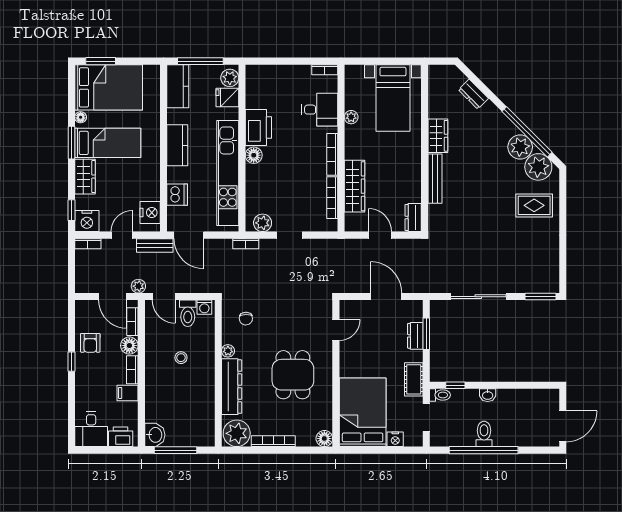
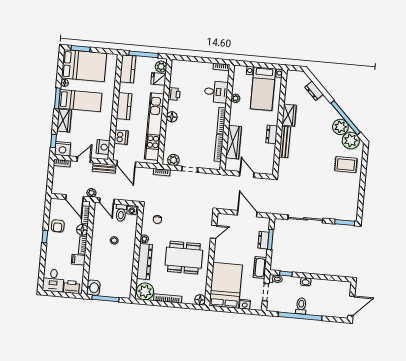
printer: (258, 128) -> (174, 94), width x0.53, depth x0.68
dresser: (413, 218) -> (272, 134), moved
dining table: (293, 375) -> (184, 258), width x1.37

